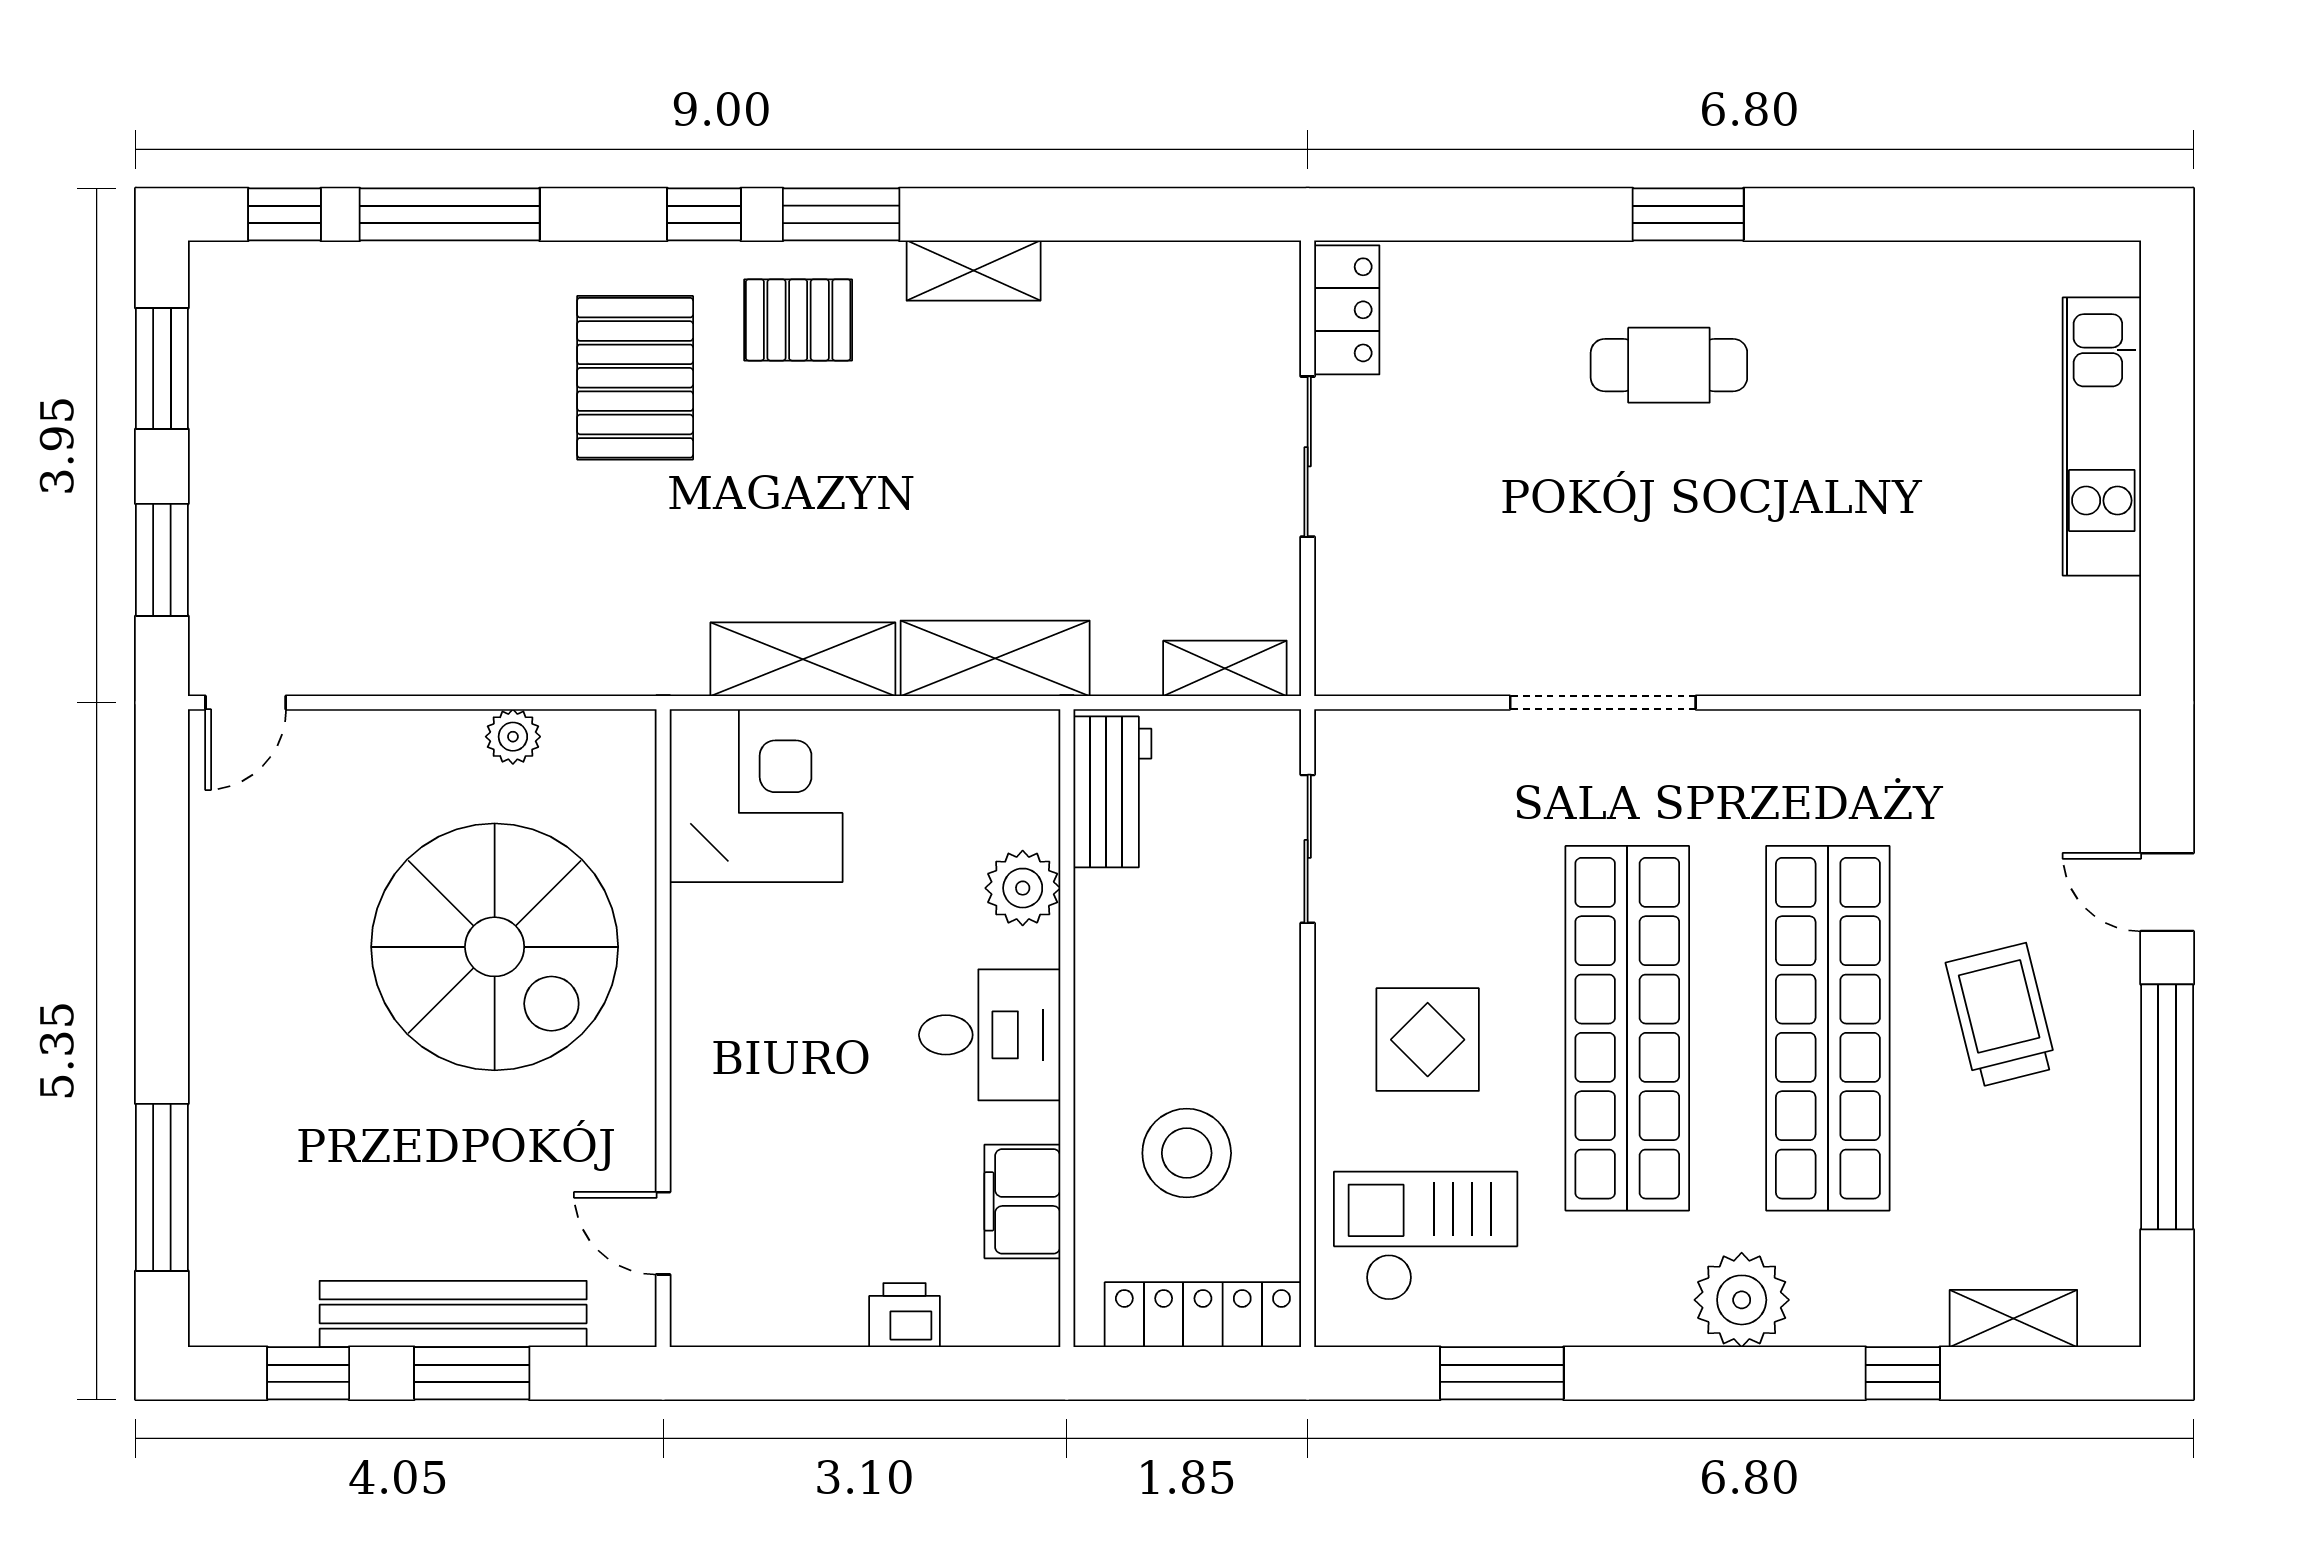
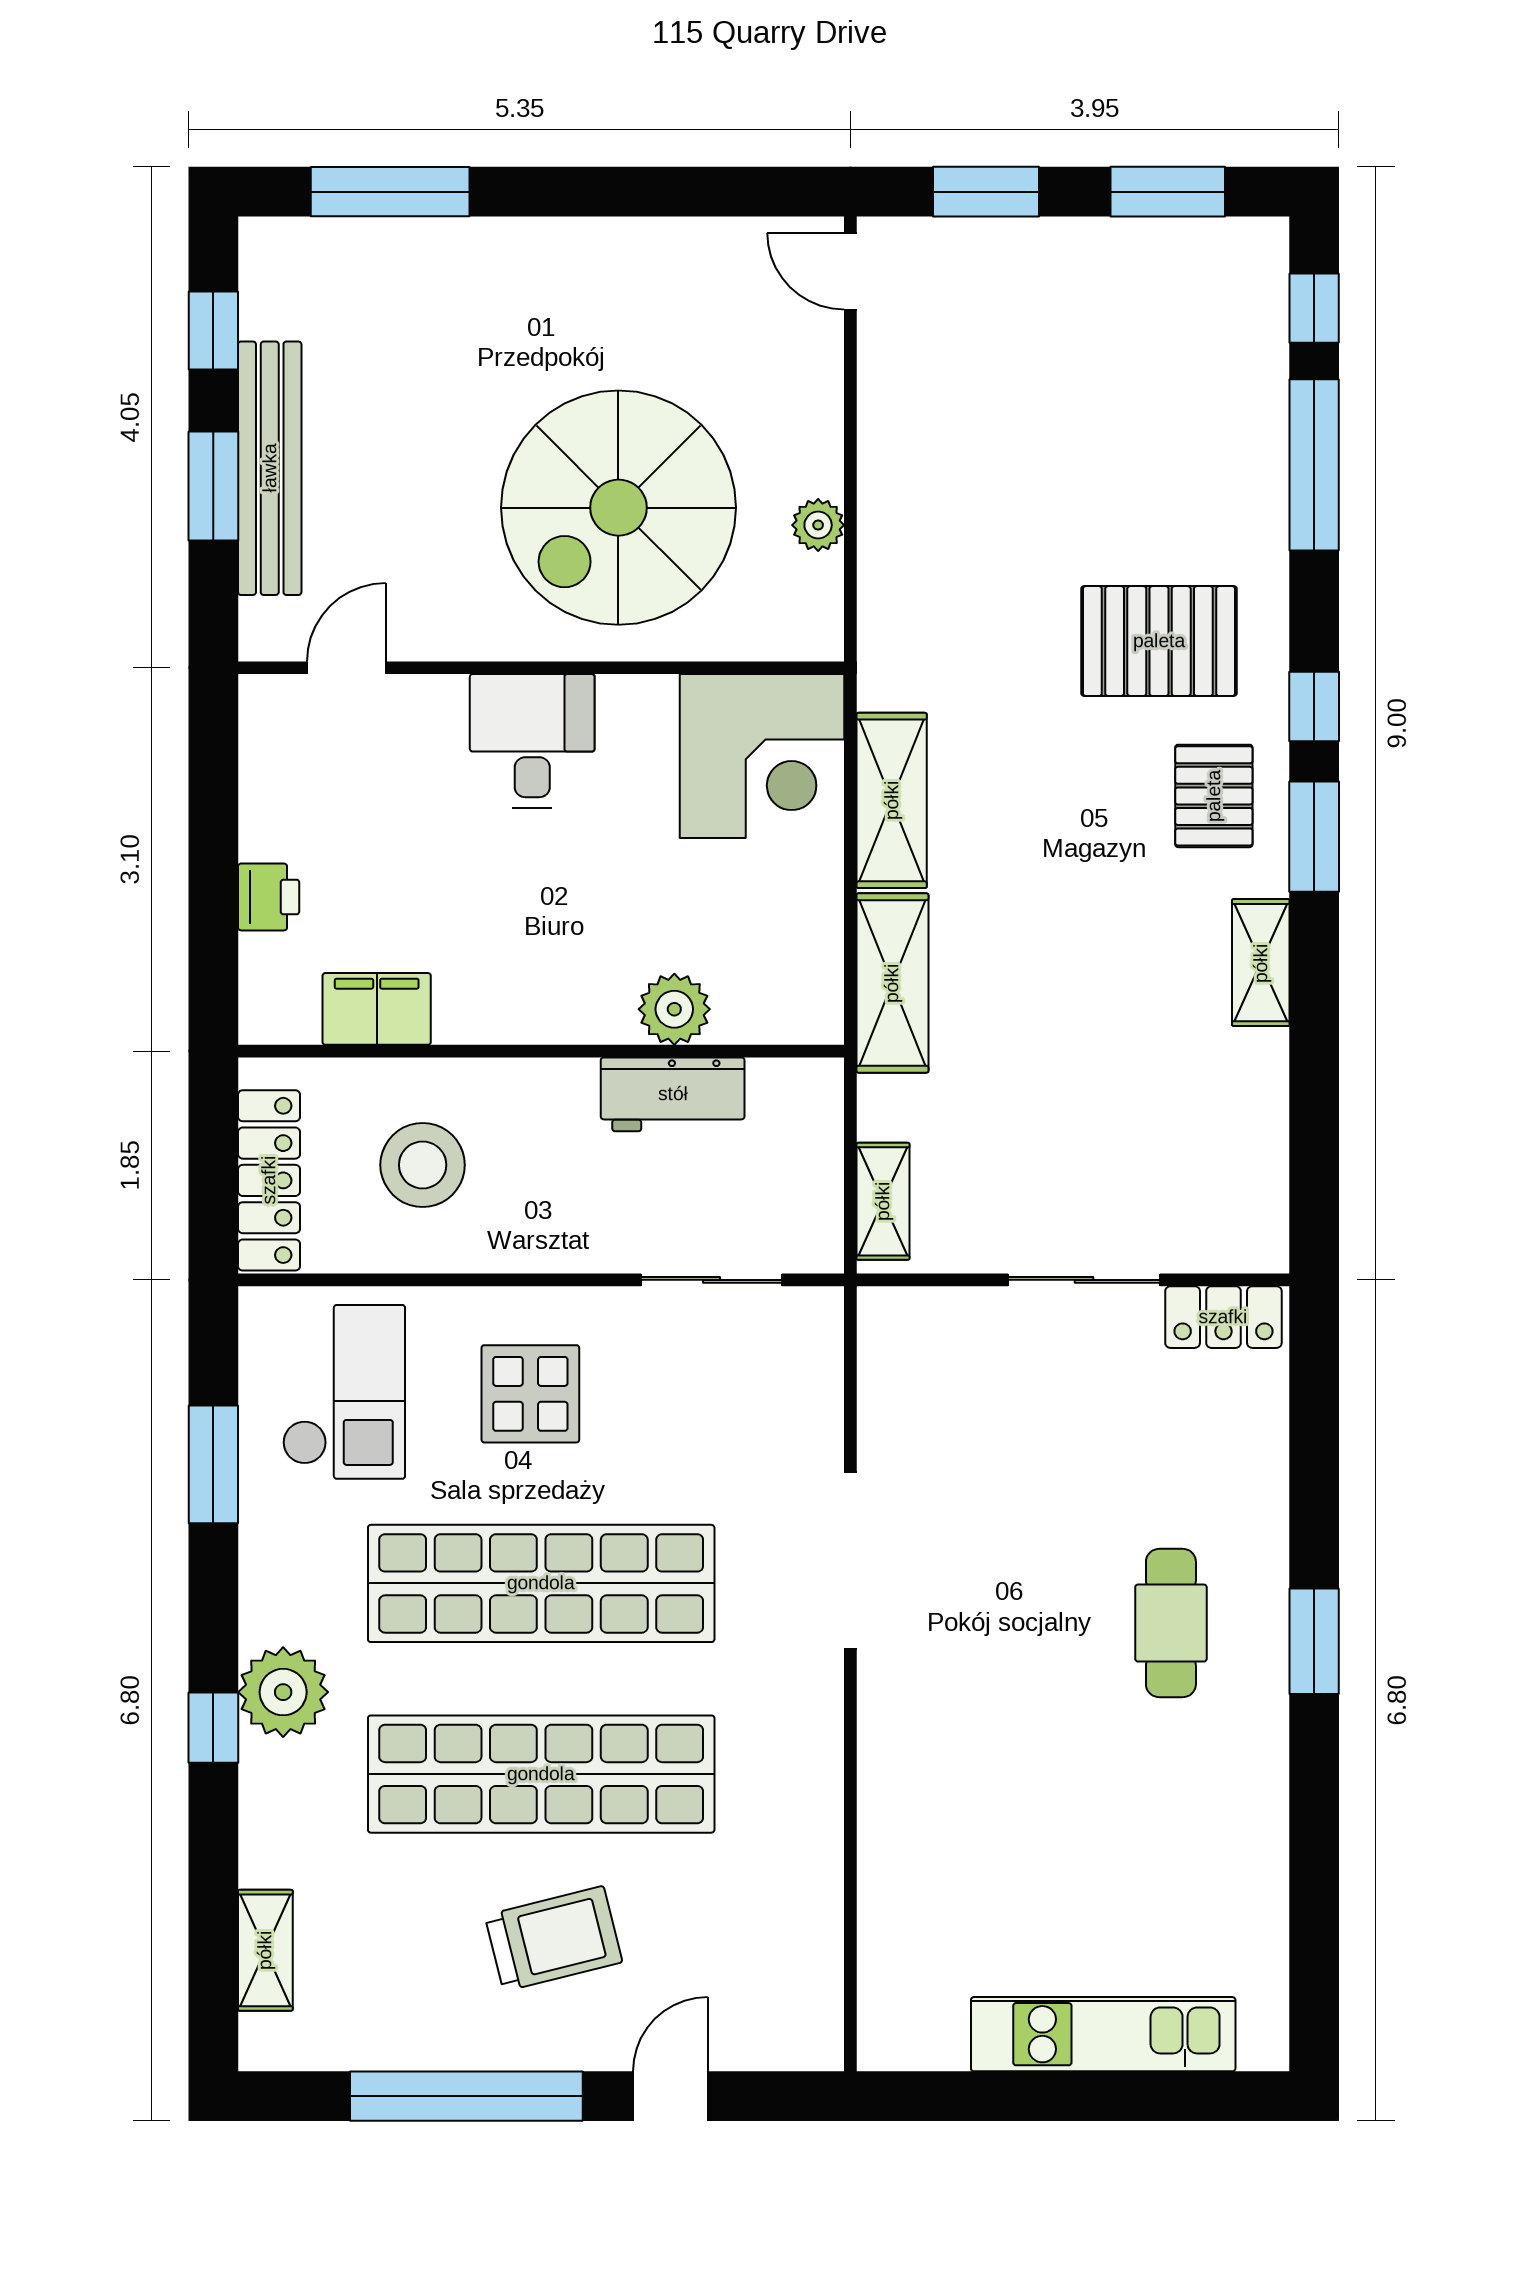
workbench: (1112, 792) -> (673, 1094), moved
desk: (990, 1035) -> (532, 741), moved, turned 180
window: (1903, 1373) -> (213, 1728), moved

